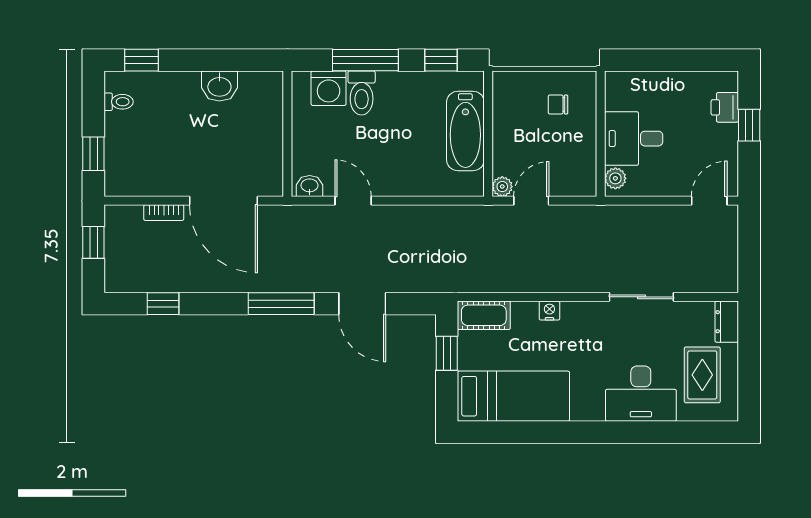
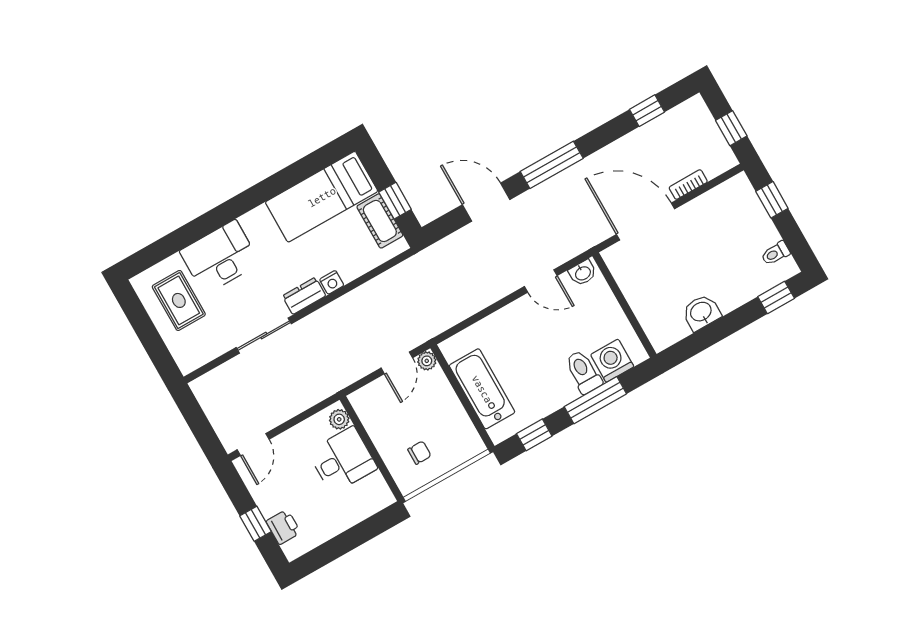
cot: (484, 315) -> (380, 221), moved, turned 90
dresser: (727, 322) -> (304, 296), moved, turned -90

